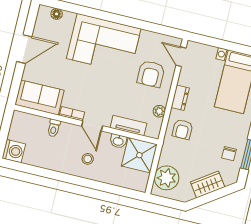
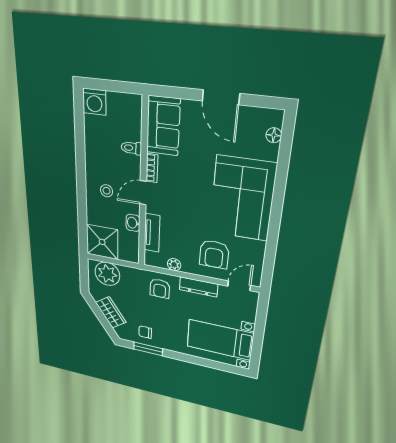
armchair: (151, 74) -> (214, 254), turned -90
dresser: (180, 98) -> (199, 287), width x1.44
armchair: (182, 129) -> (160, 288), turned -90
shower: (139, 155) -> (102, 242), moved

